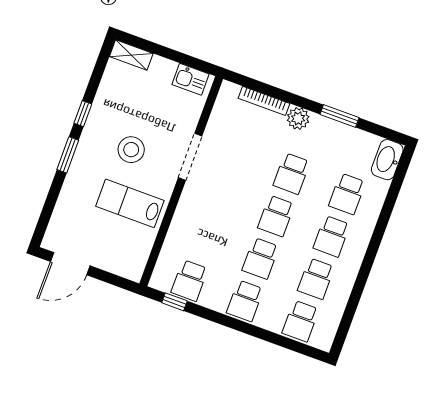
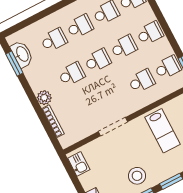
window: (339, 116) -> (14, 64), moved
stool: (131, 150) -> (137, 176), moved
washbasin: (387, 160) -> (22, 54), moved, turned -90
school desk: (205, 238) -> (142, 81), added

